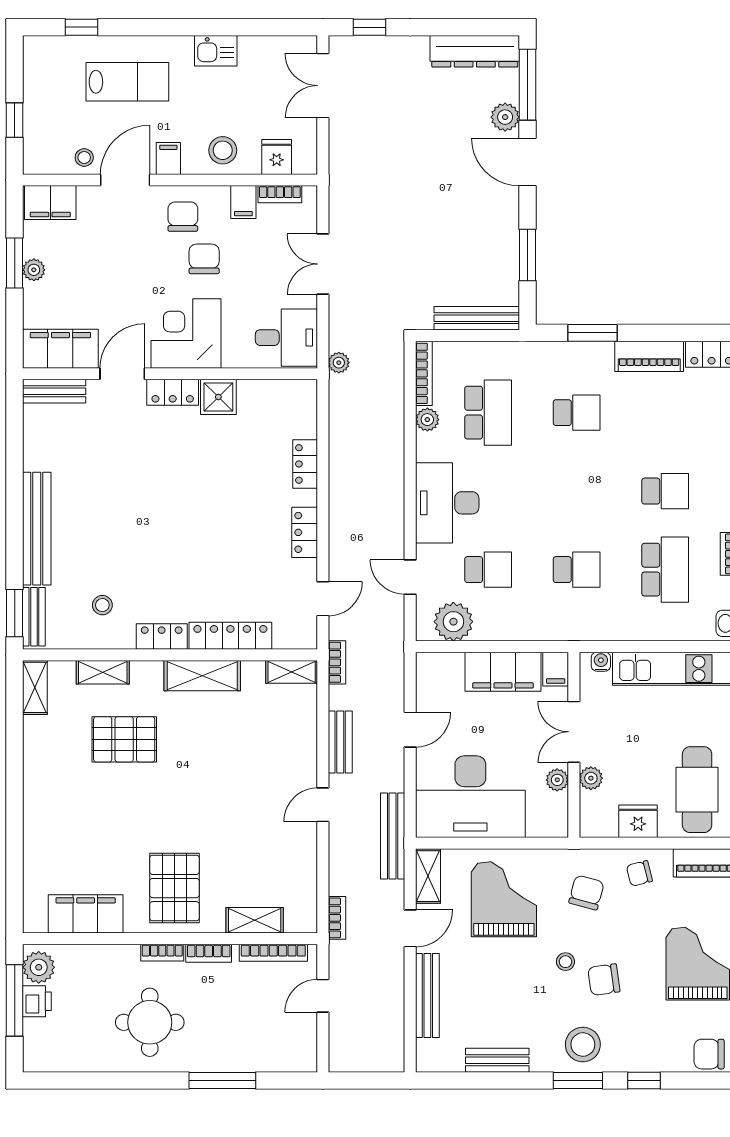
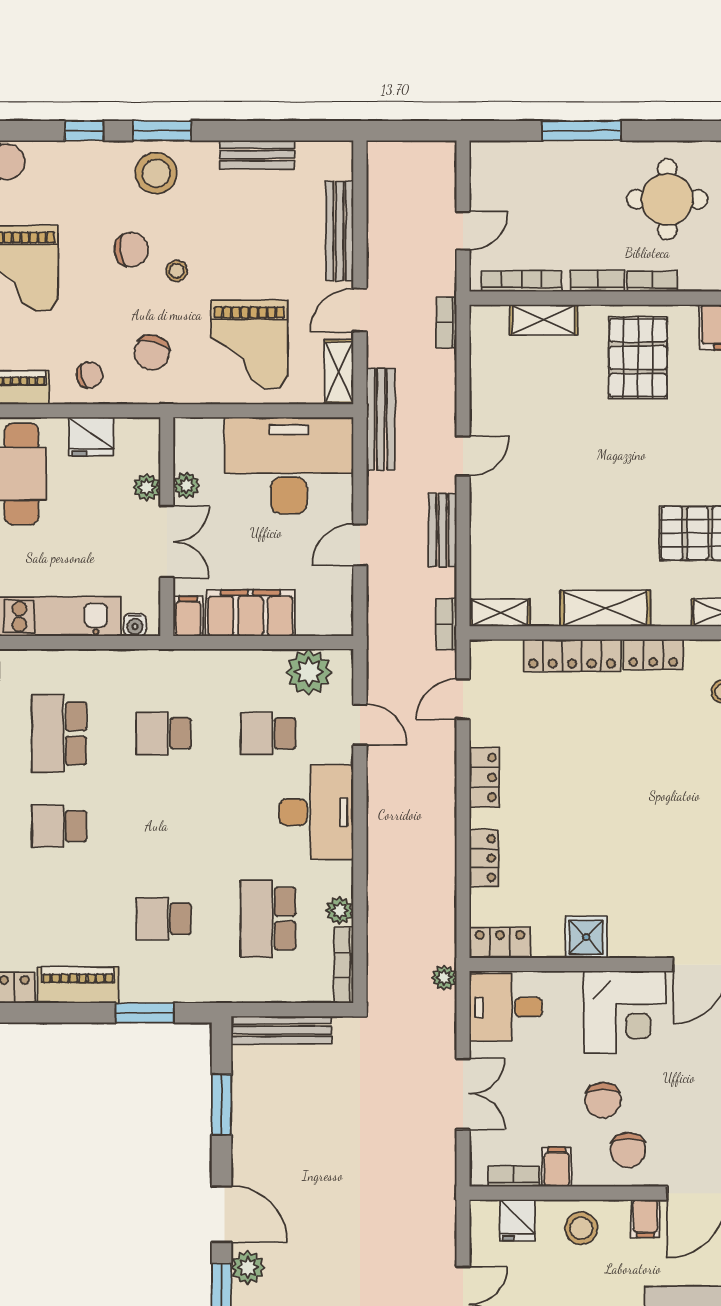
locker: (173, 392) -> (500, 943), moved

